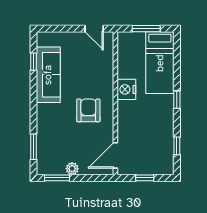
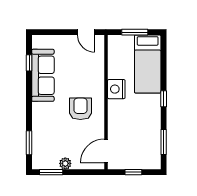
window: (177, 146) -> (164, 142), width x1.50

